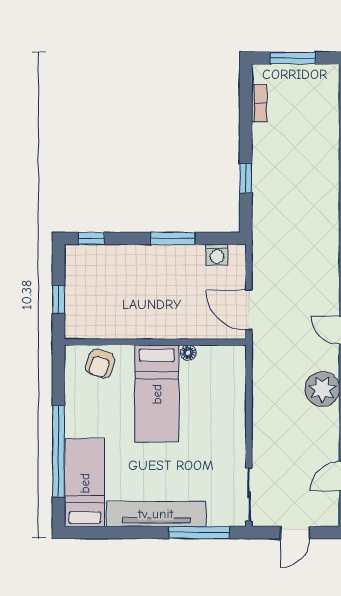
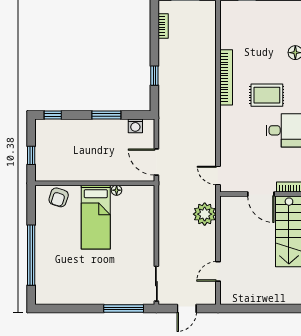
bed: (85, 483) -> (48, 276), removed
tv unit: (156, 514) -> (95, 296), removed

